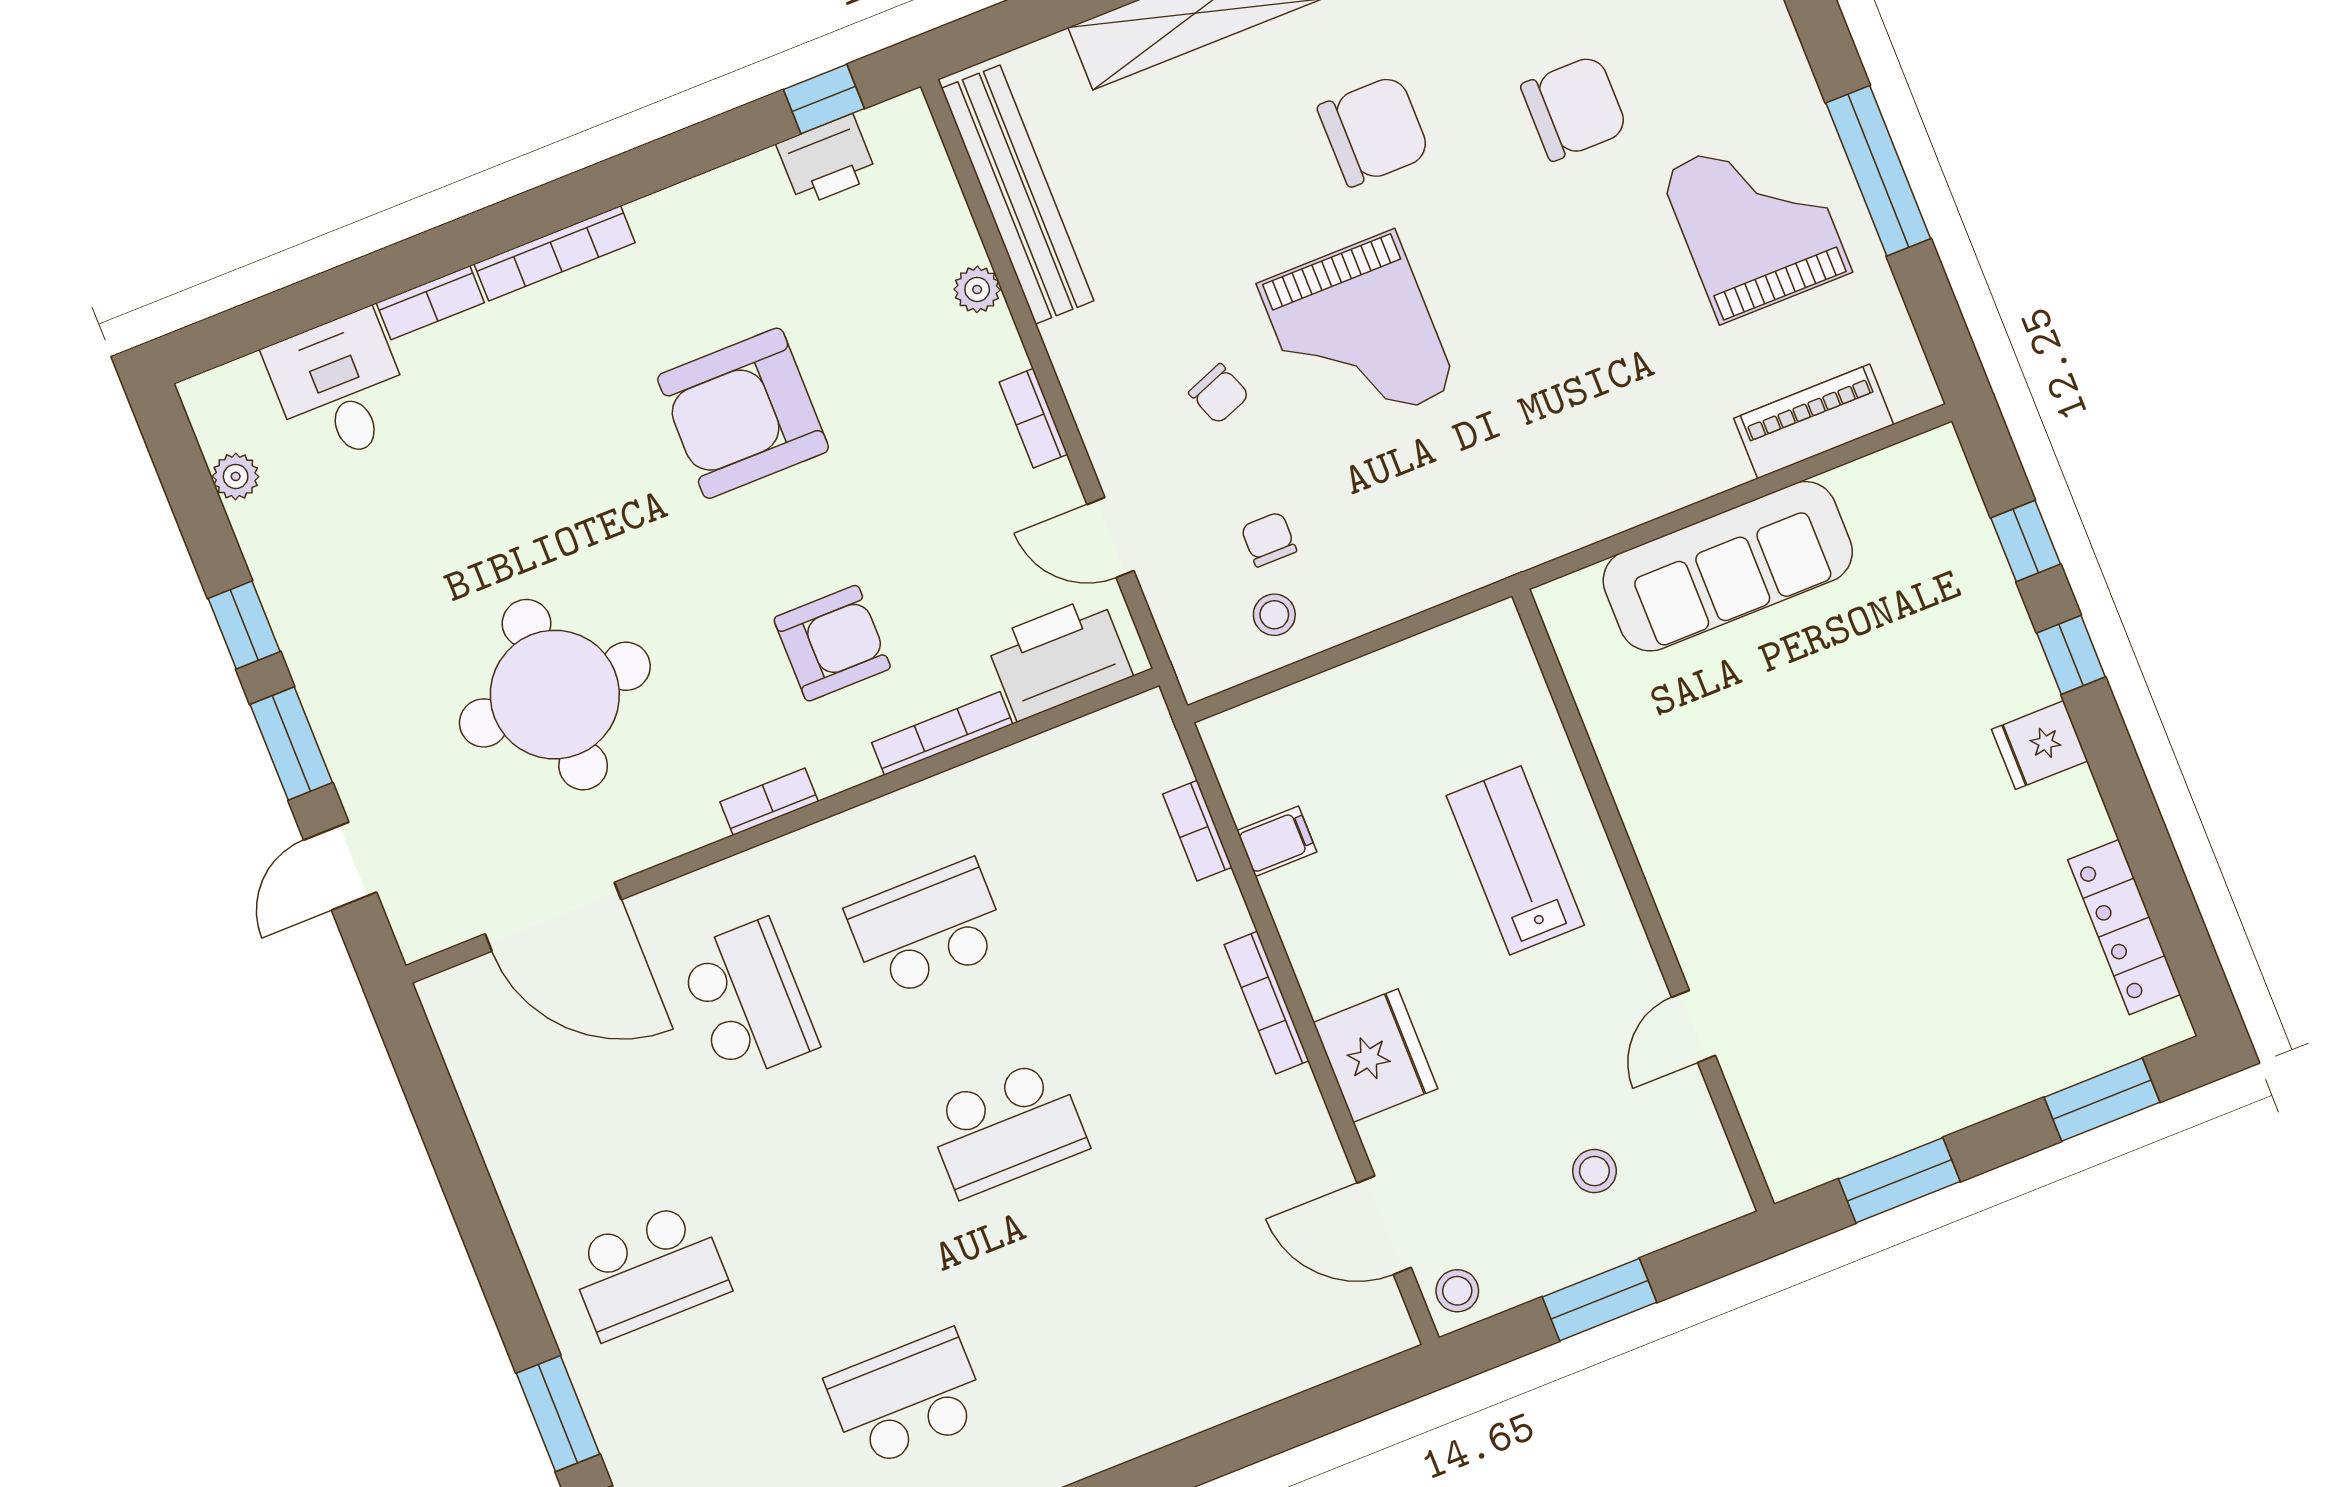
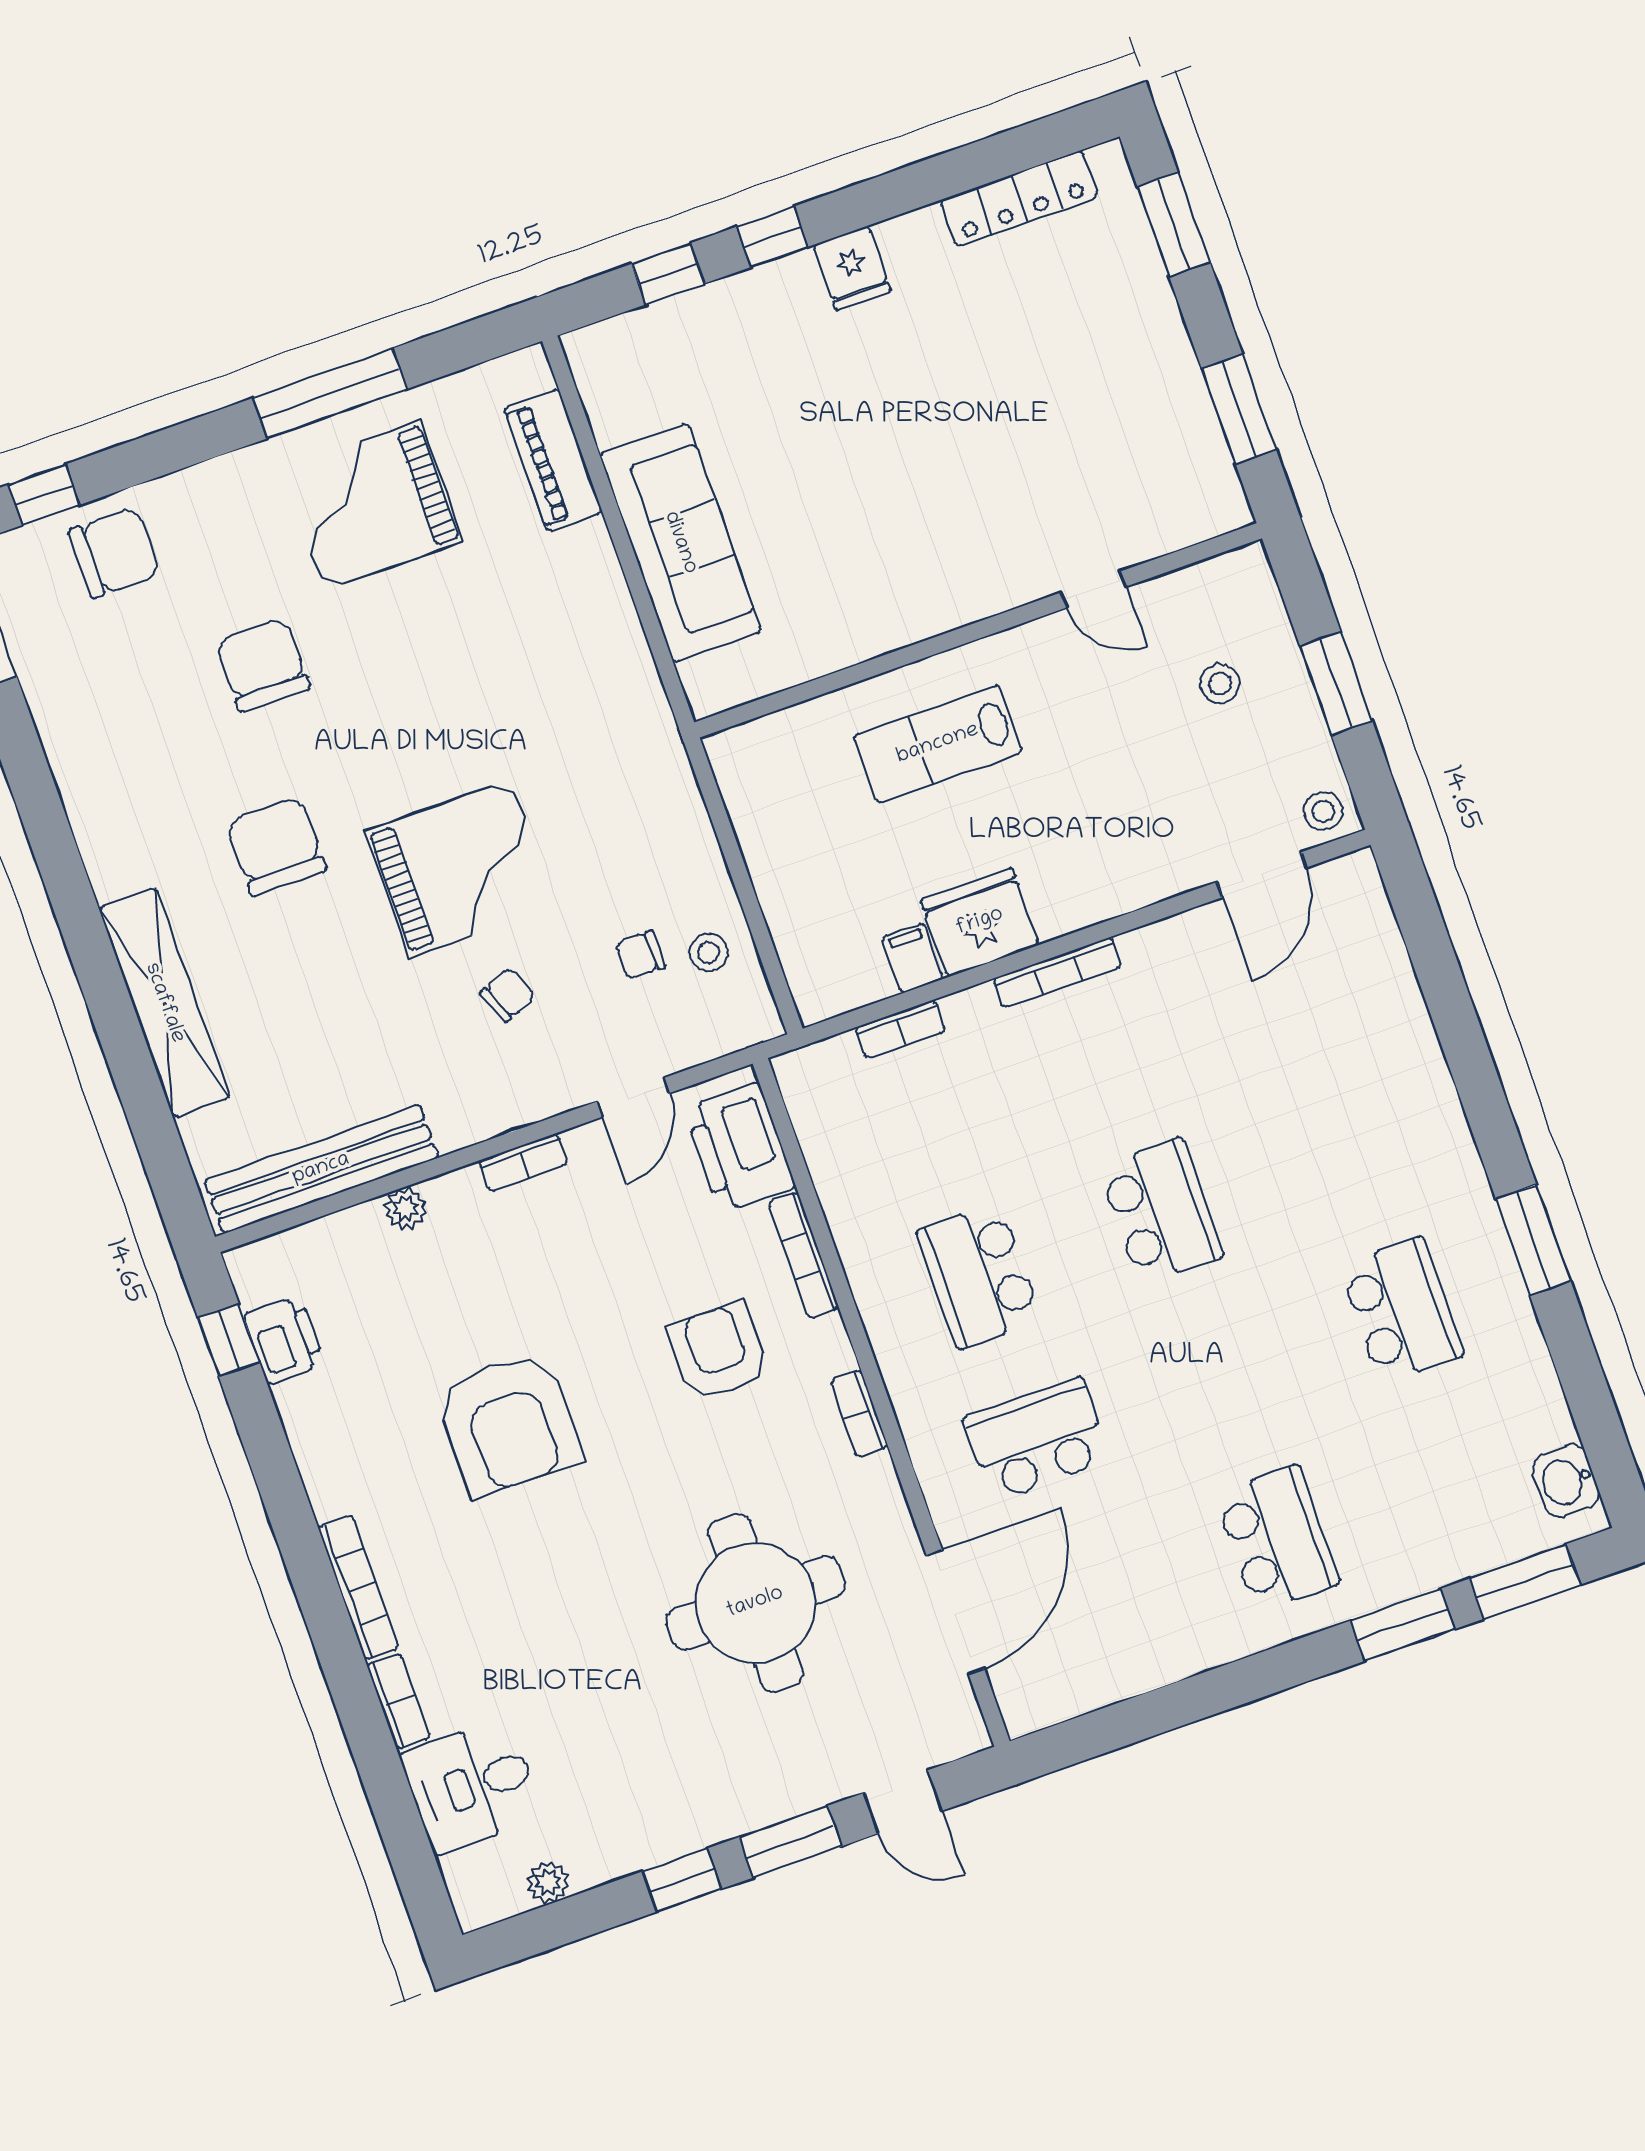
fridge: (1375, 1056) -> (980, 922), moved
school desk: (907, 1399) -> (1401, 1310), turned 180

